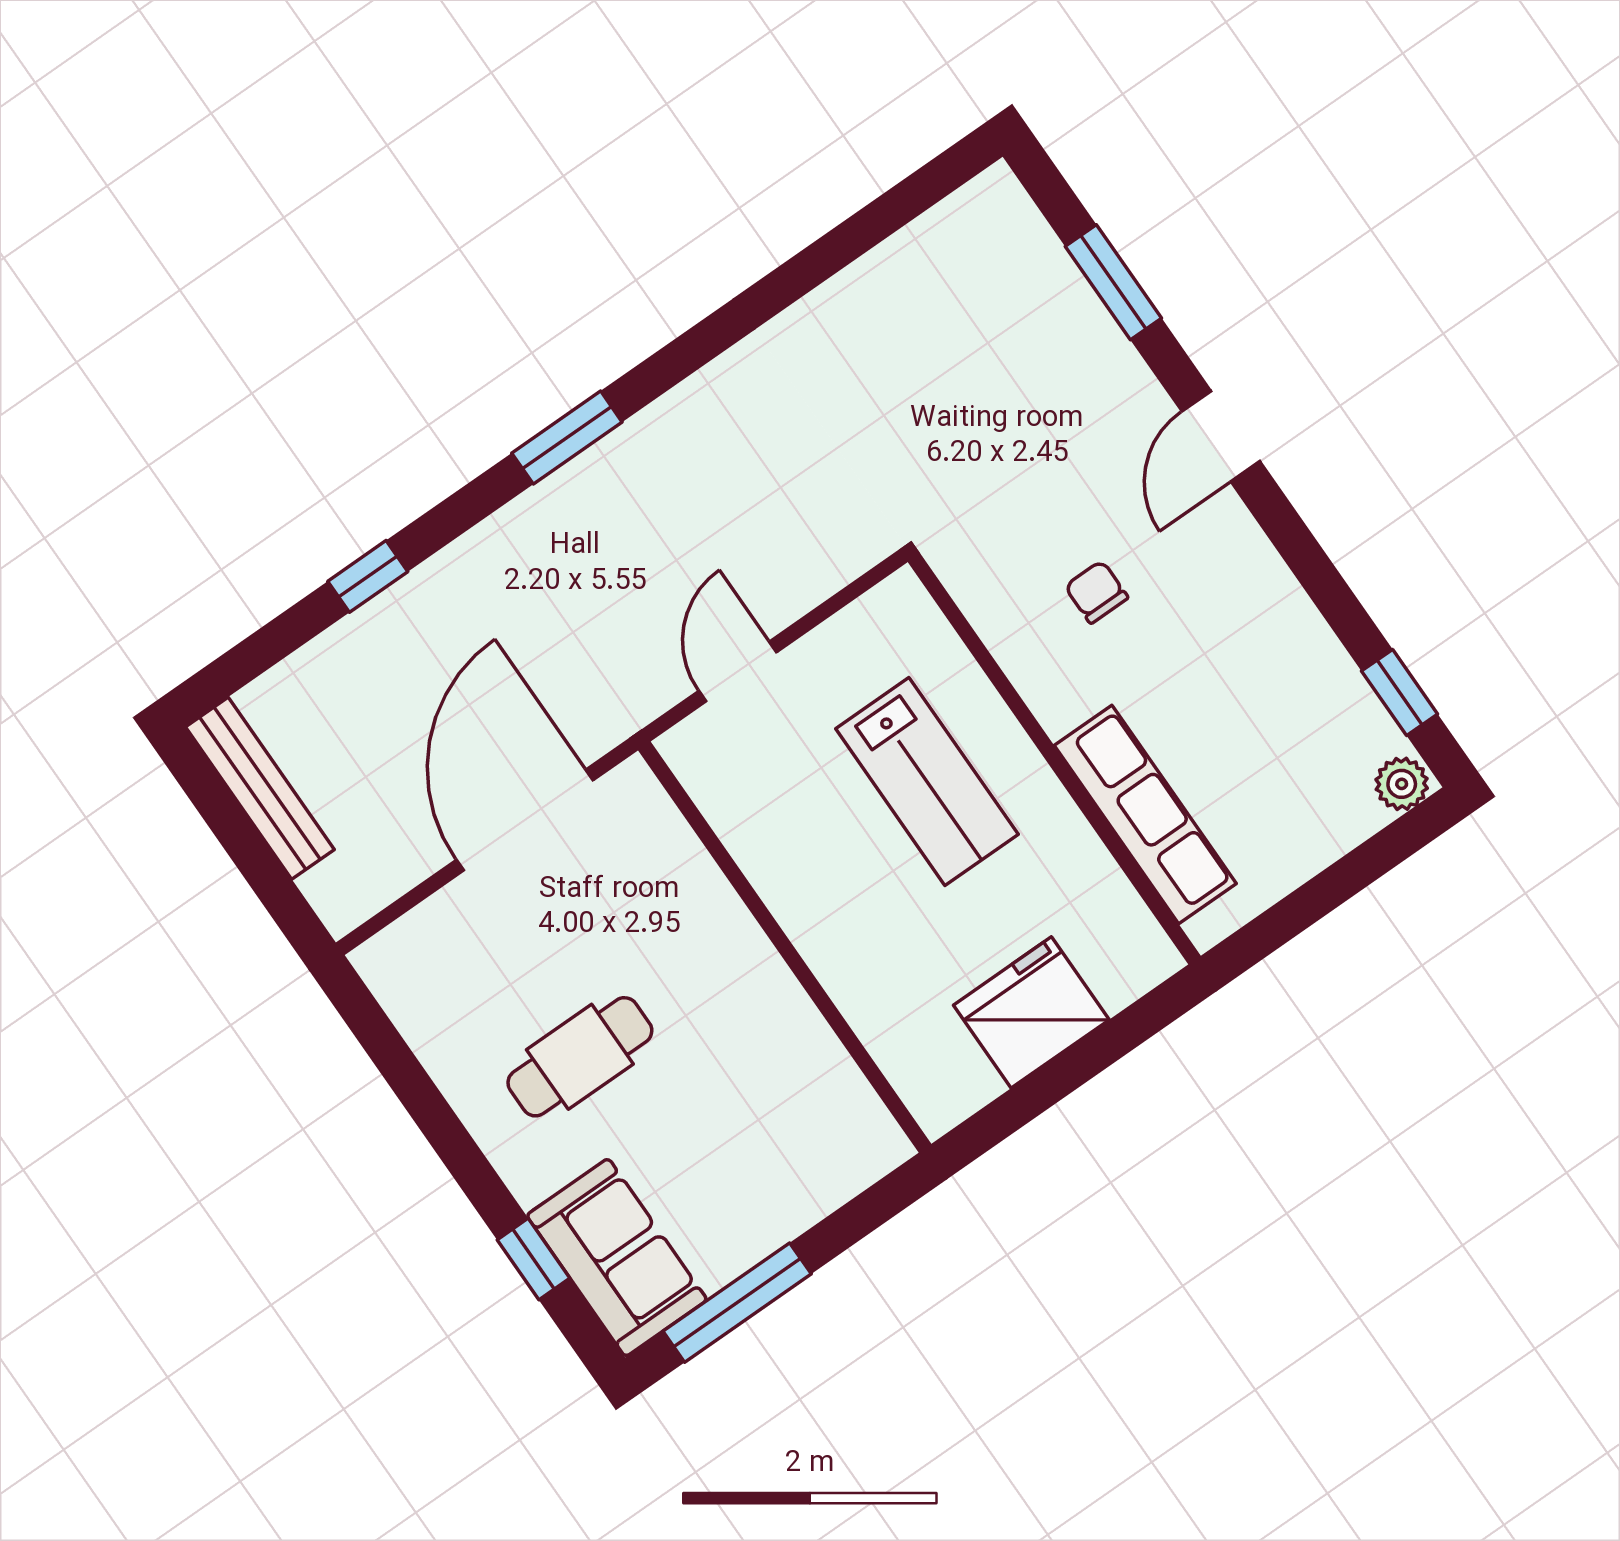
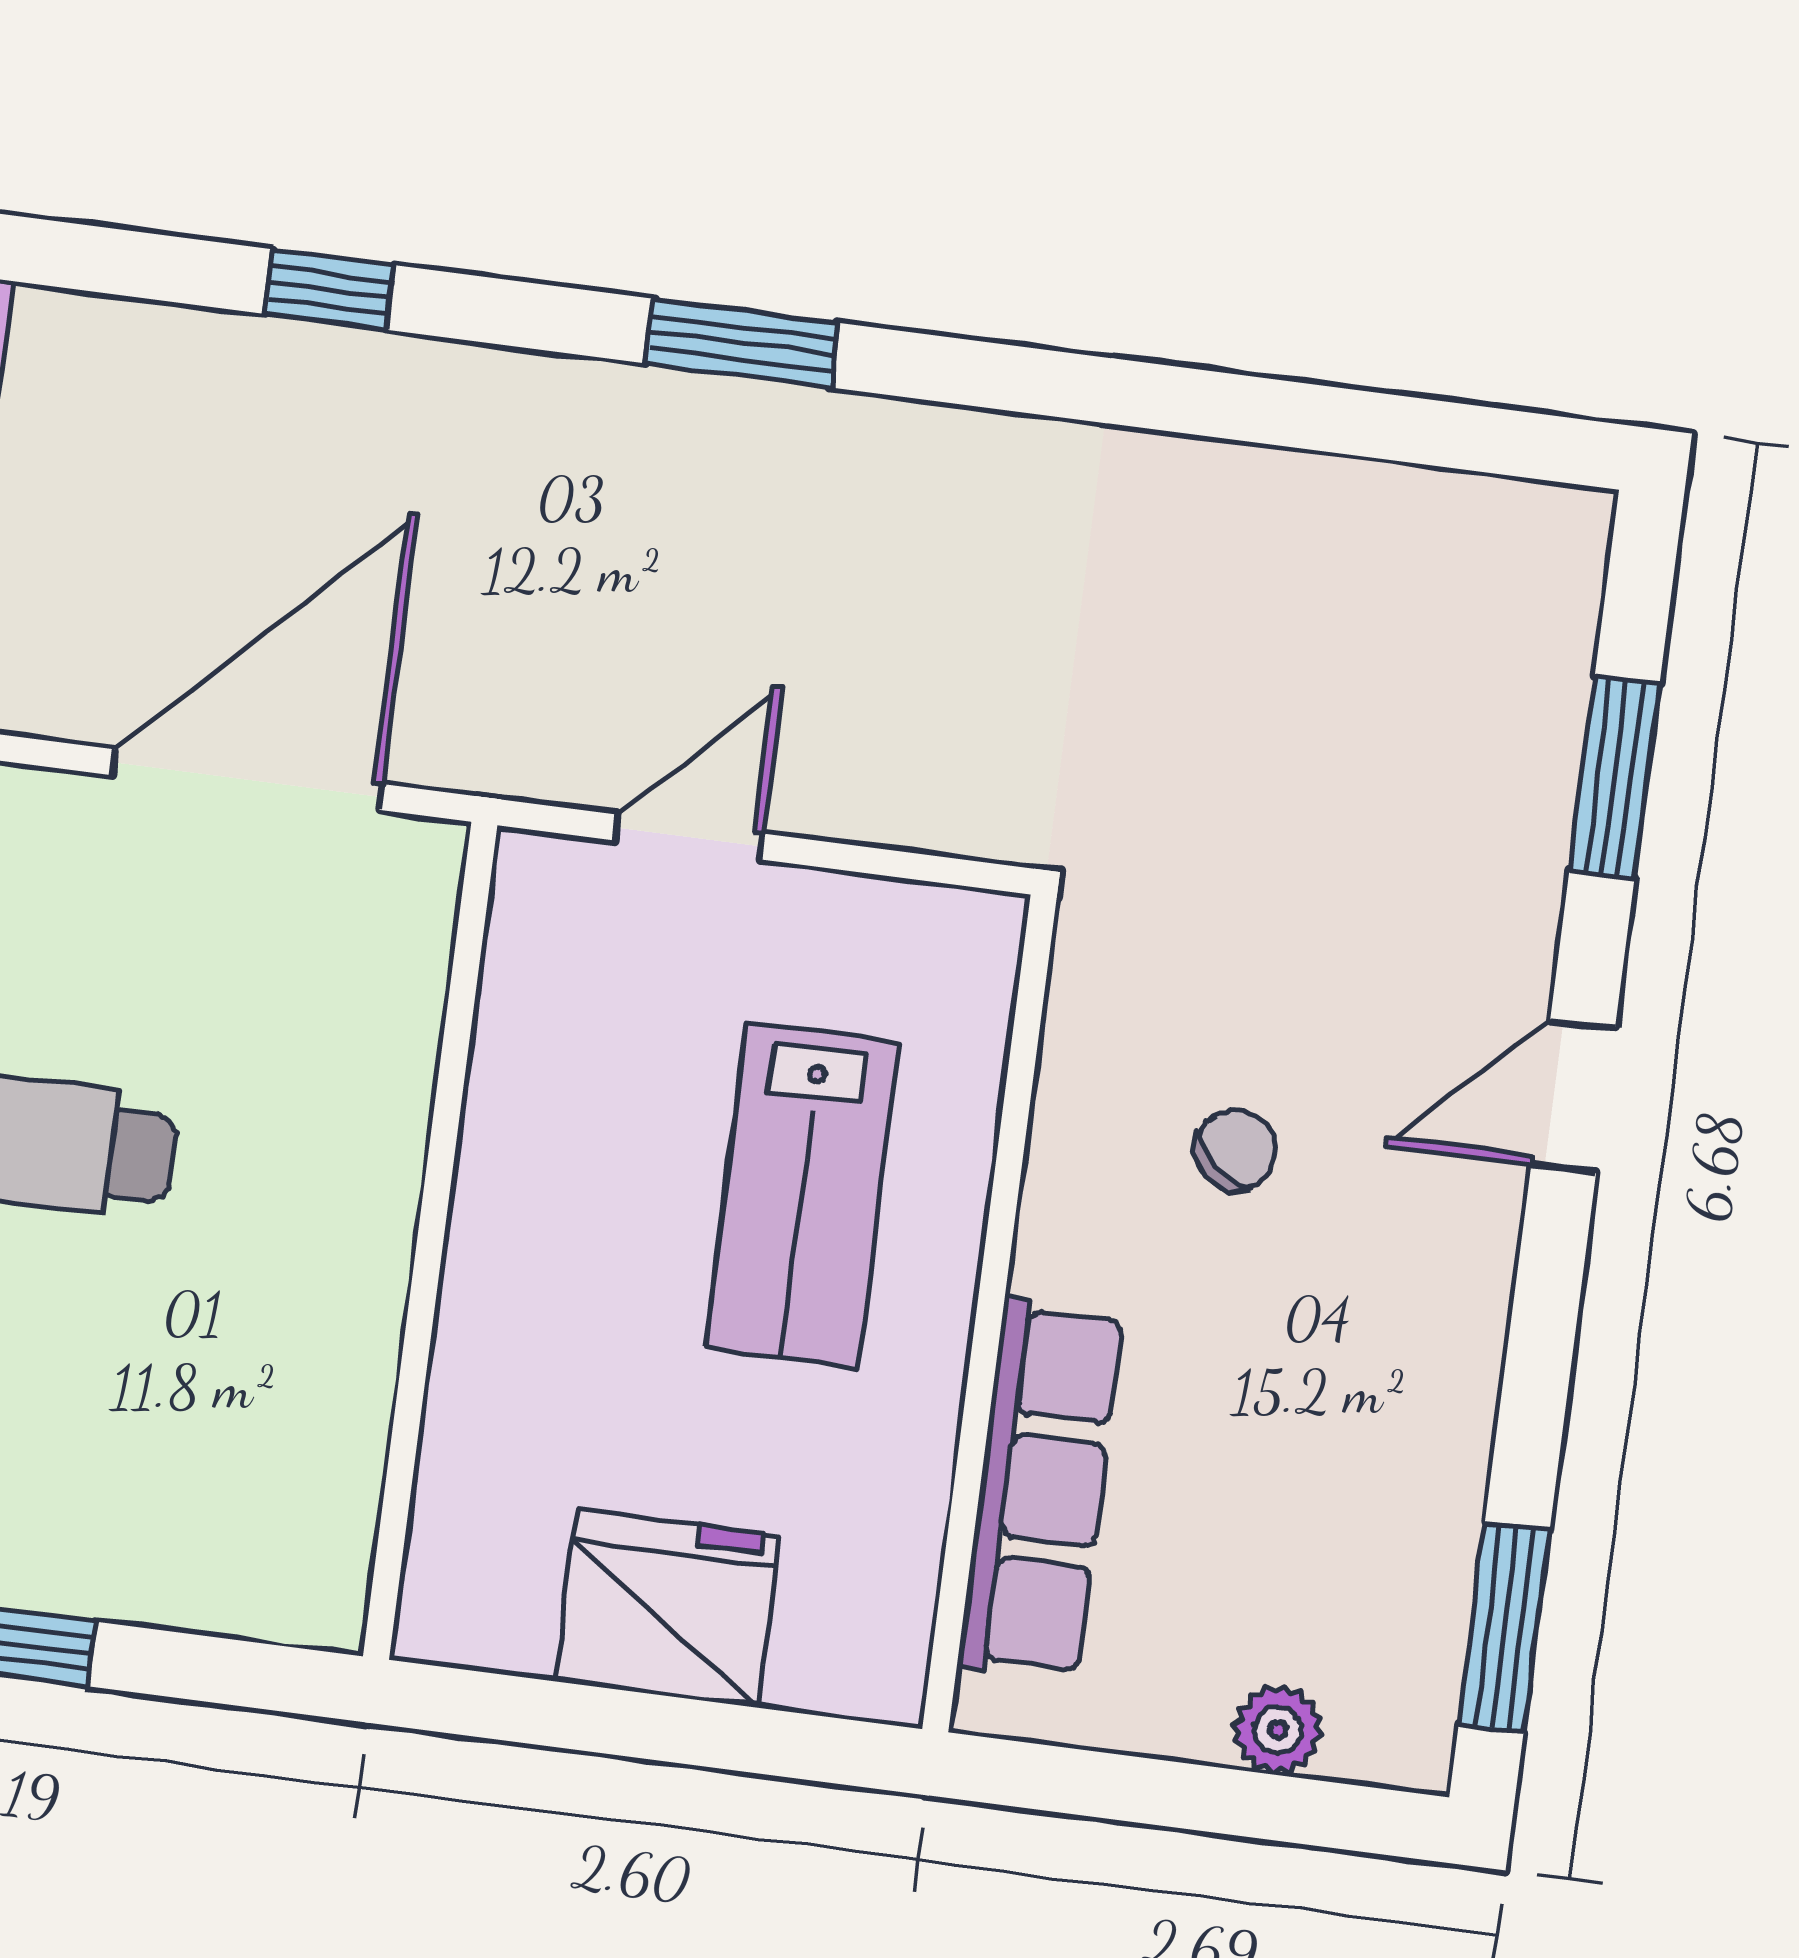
chair: (1096, 592) -> (1235, 1150), turned 41
window: (1400, 693) -> (1504, 1628), width x1.50
plant: (1402, 784) -> (1278, 1730), moved

